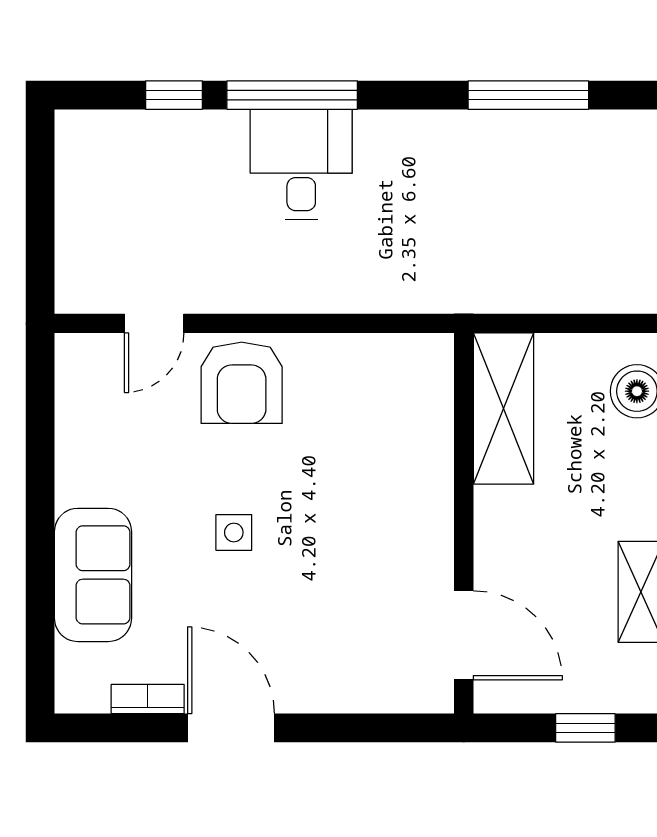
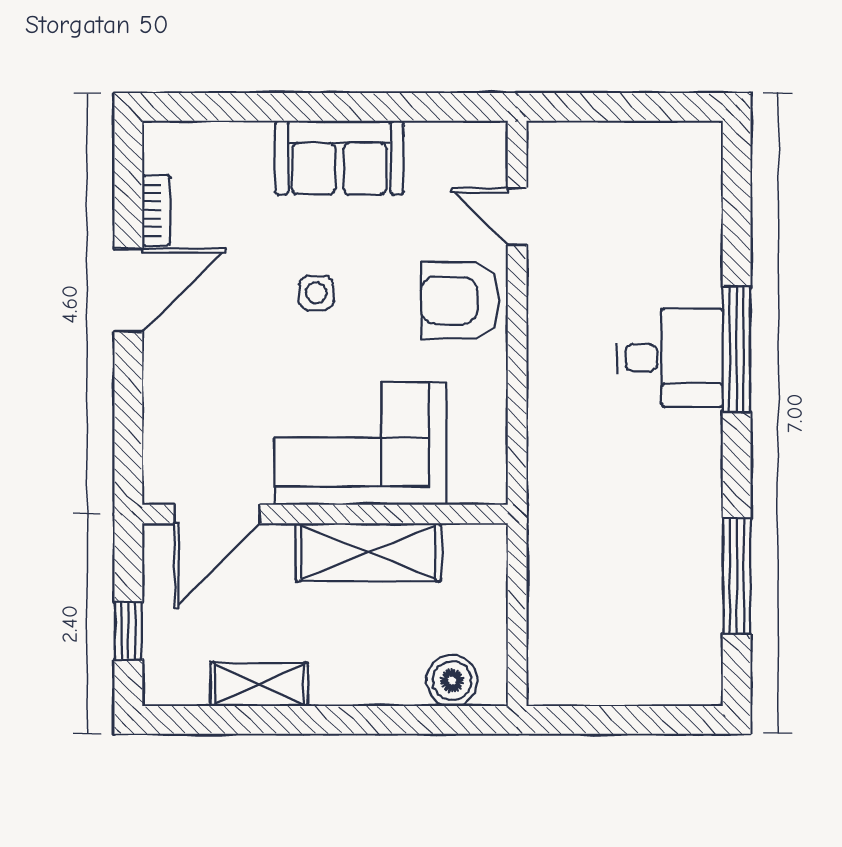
window: (174, 95) -> (737, 235), removed
shelving: (503, 409) -> (368, 552), moved
corner sofa: (391, 487) -> (360, 444), added
sofa: (93, 575) -> (339, 158), moved

